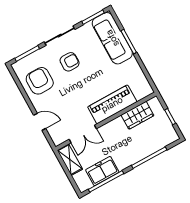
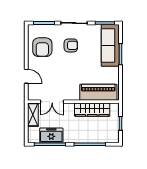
armchair: (40, 81) -> (42, 47), turned 180
piano: (112, 104) -> (98, 92), moved
wardrobe: (137, 115) -> (92, 110), width x1.50

